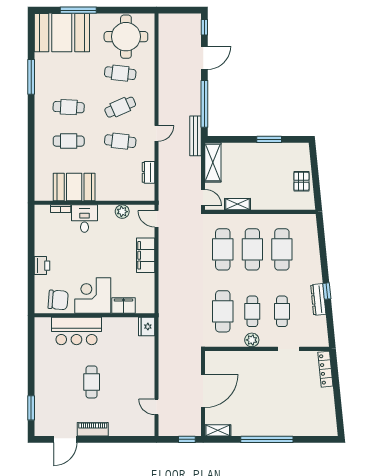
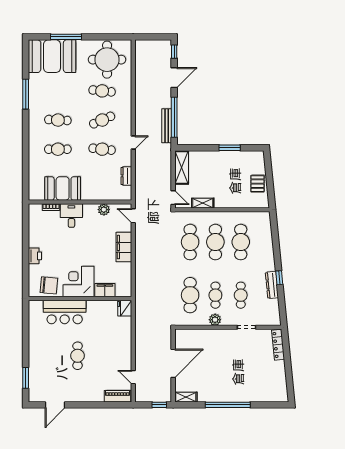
bench: (195, 136) -> (167, 126), moved
piano: (93, 429) -> (118, 396), moved

